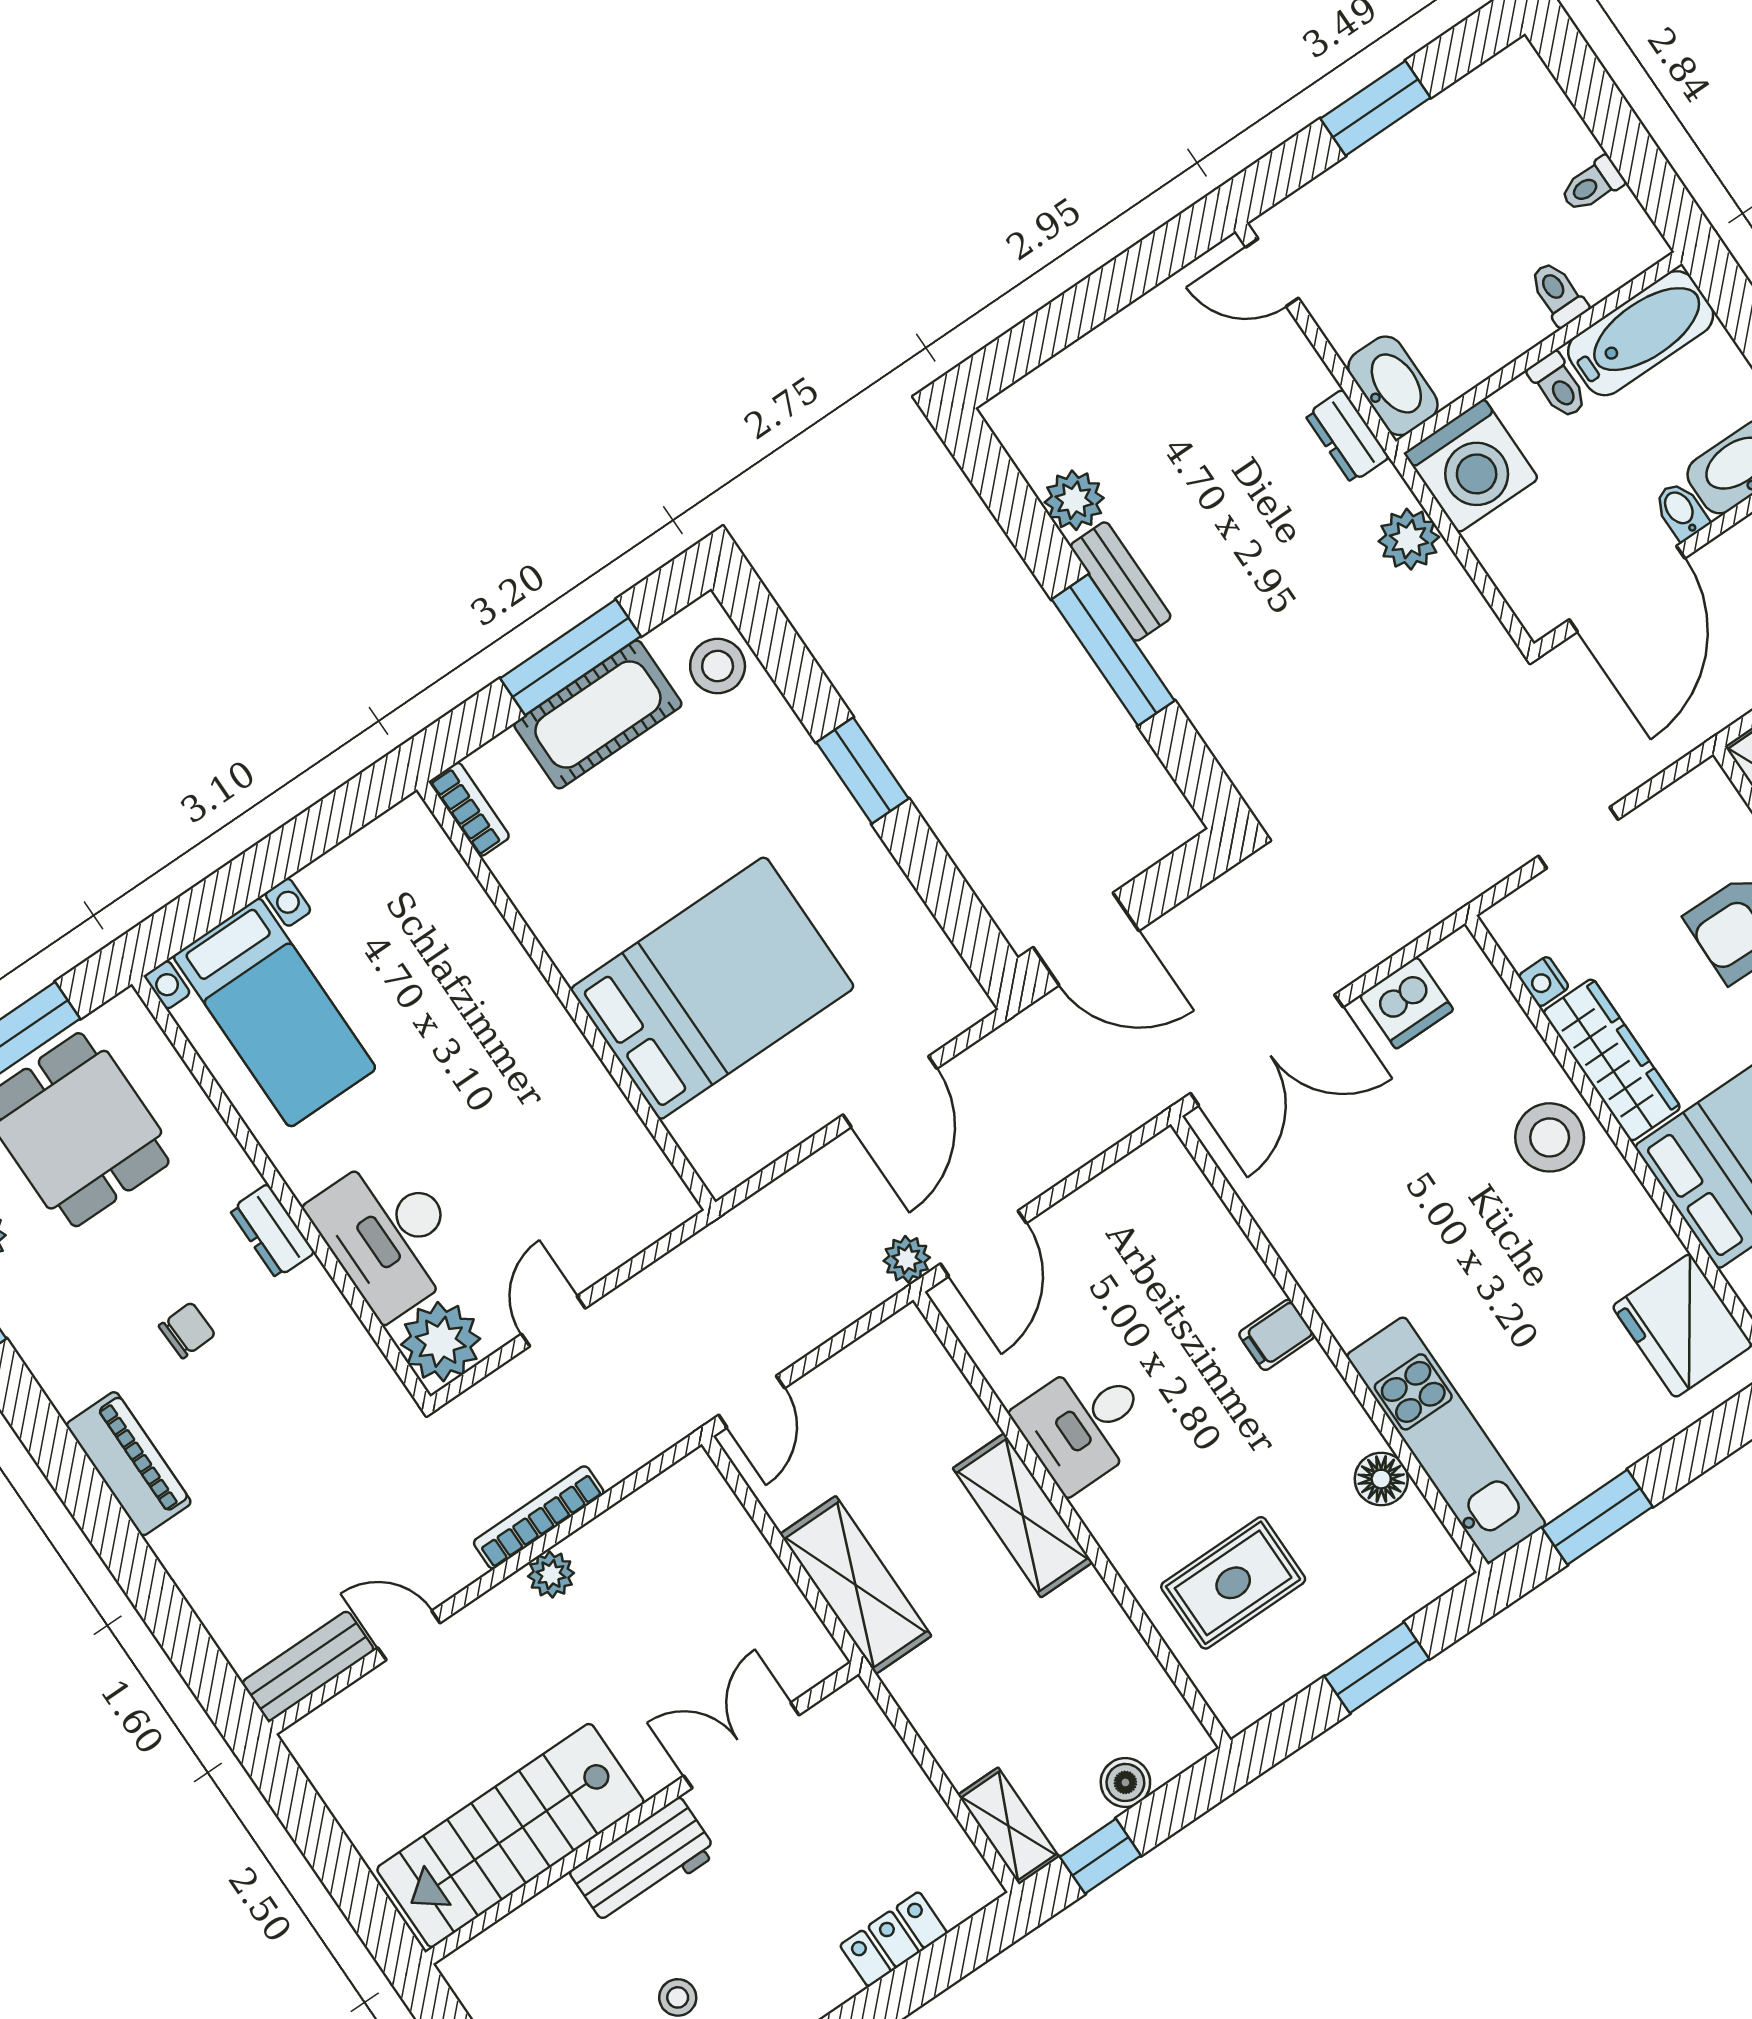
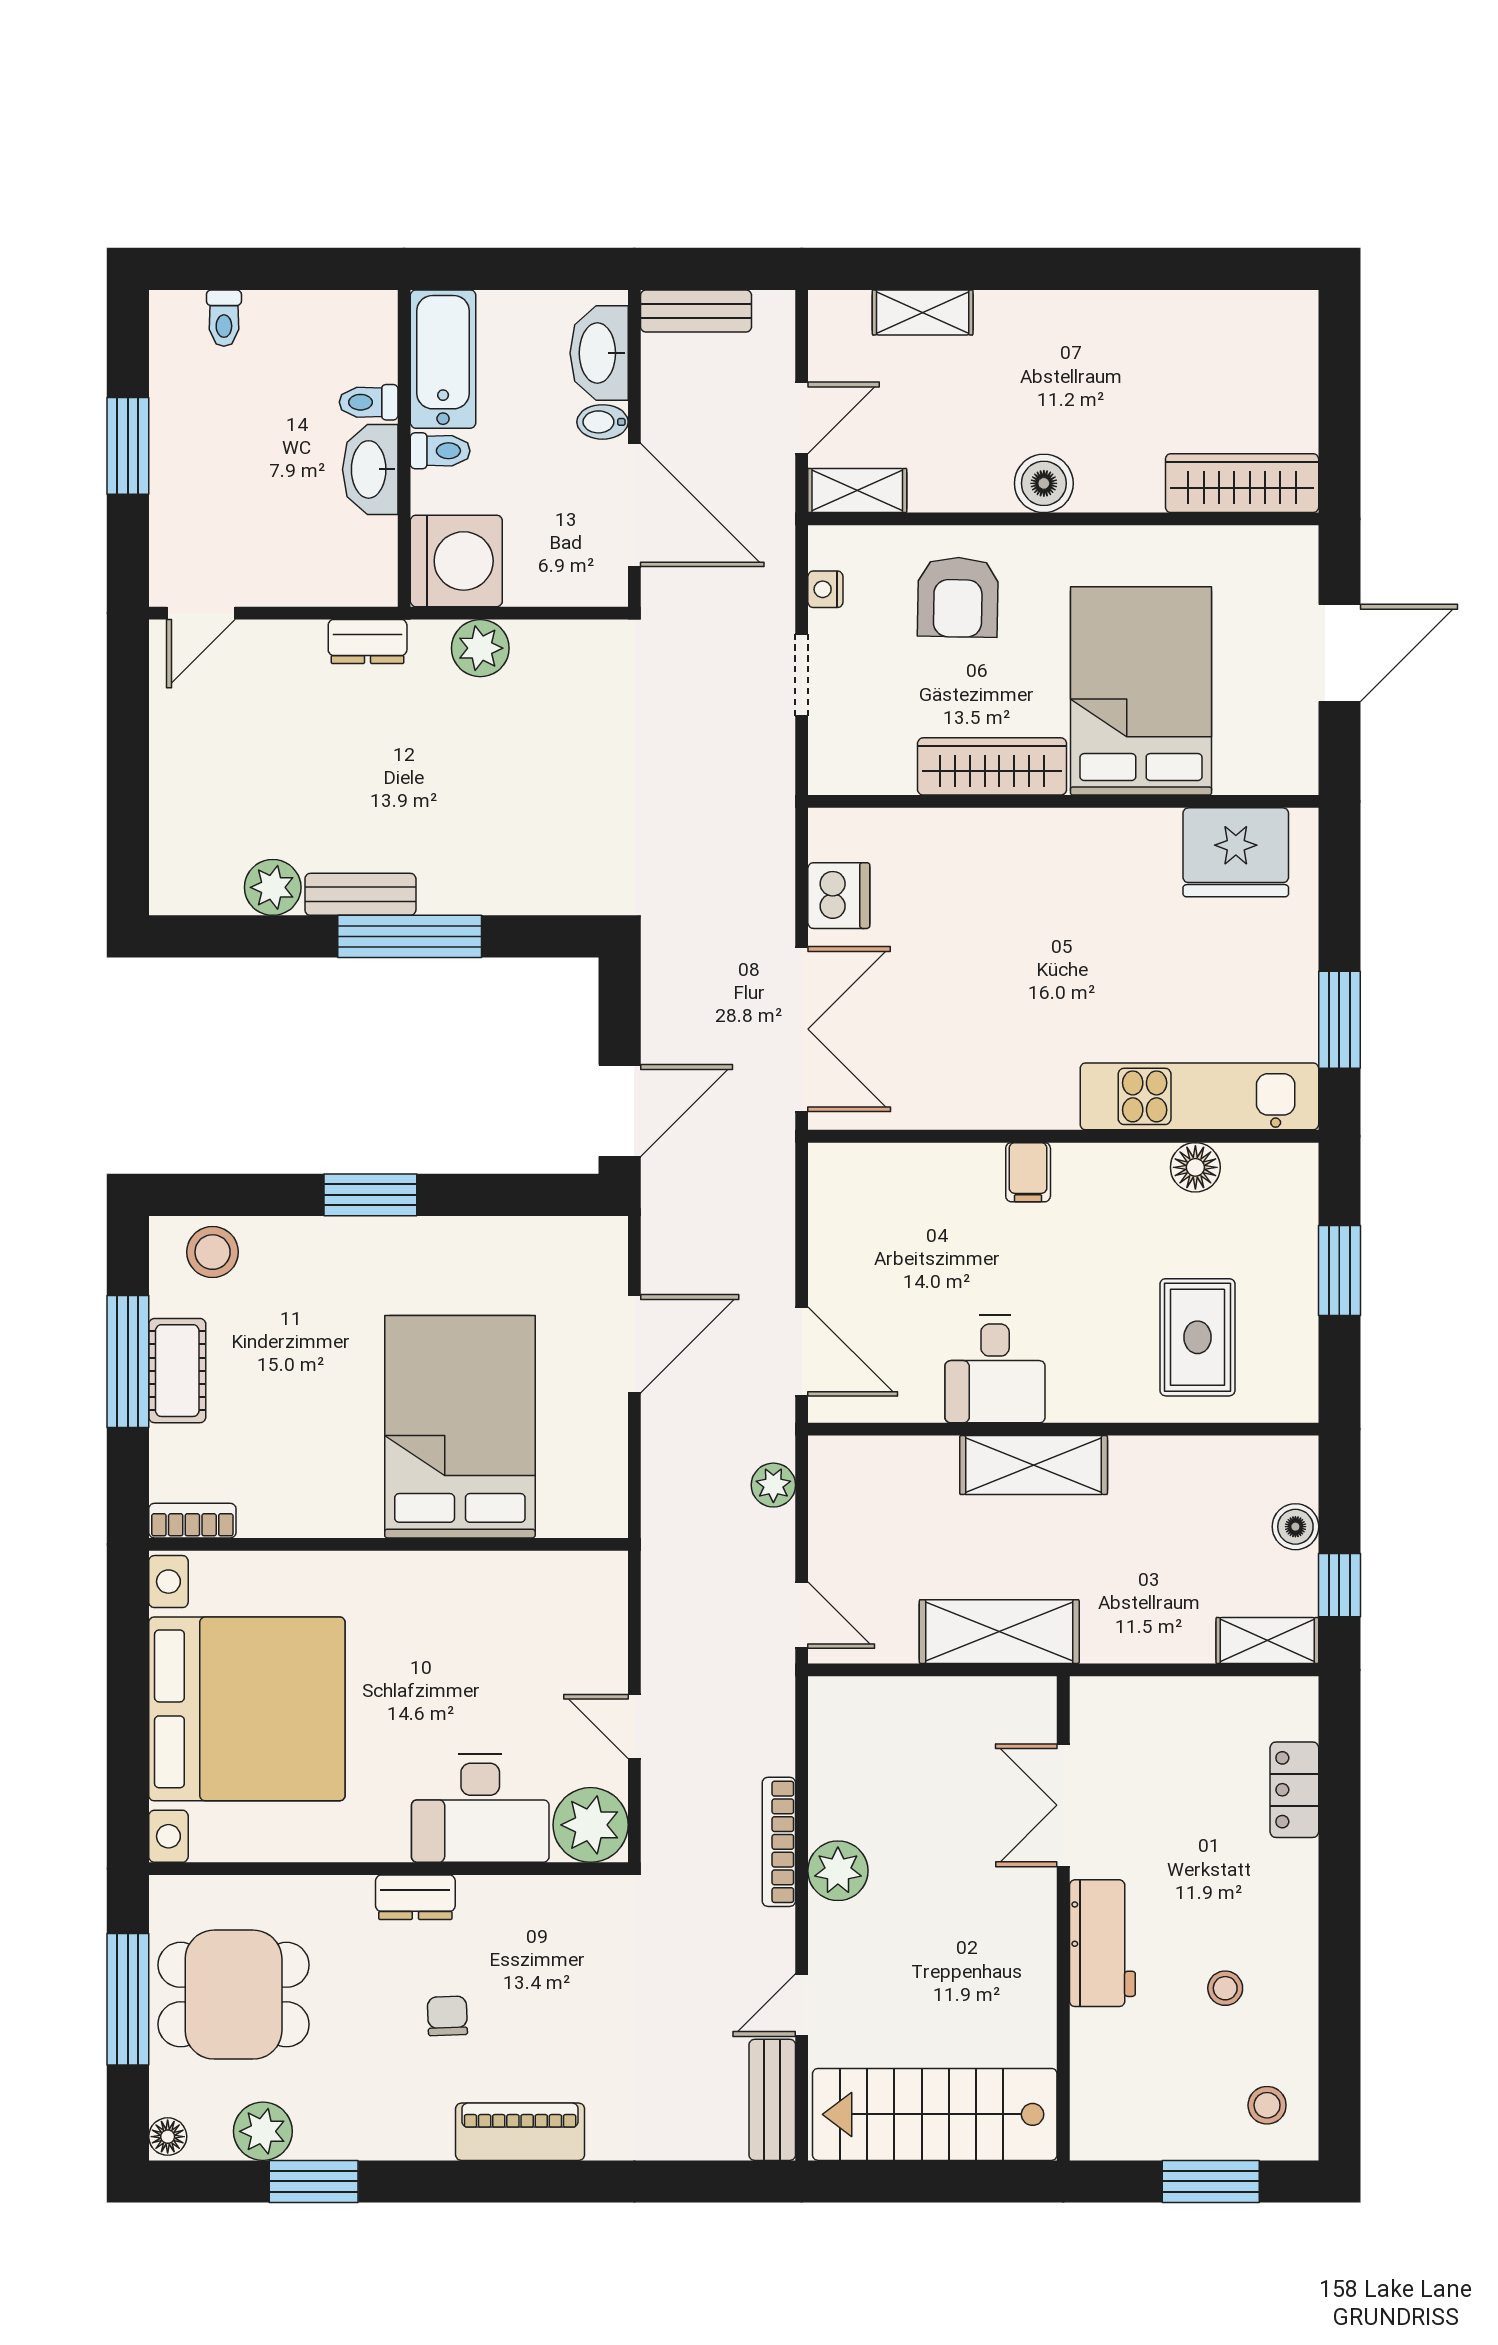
toilet: (1592, 185) -> (224, 318), moved
washbasin: (1393, 386) -> (370, 469), moved, turned -90
cot: (598, 714) -> (177, 1371), width x0.73, depth x0.75
nightstand: (1544, 982) -> (825, 589), moved, turned 90
bed with nightstands: (275, 1012) -> (247, 1709), width x1.85
door: (890, 1092) -> (634, 1344), hinge flipped
stool: (1550, 1137) -> (1019, 856), removed
plant: (907, 1259) -> (773, 1485), moved
plant: (551, 1575) -> (838, 1871), width x1.38, depth x1.38
stairs: (510, 1835) -> (935, 2114), moved, turned 90

